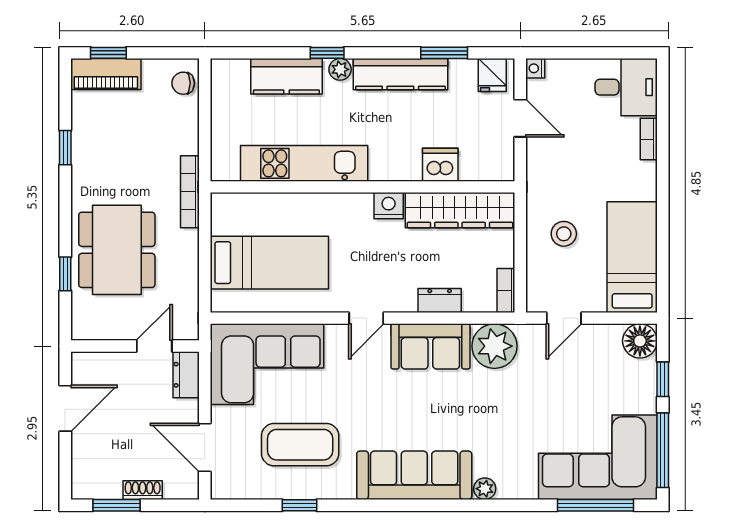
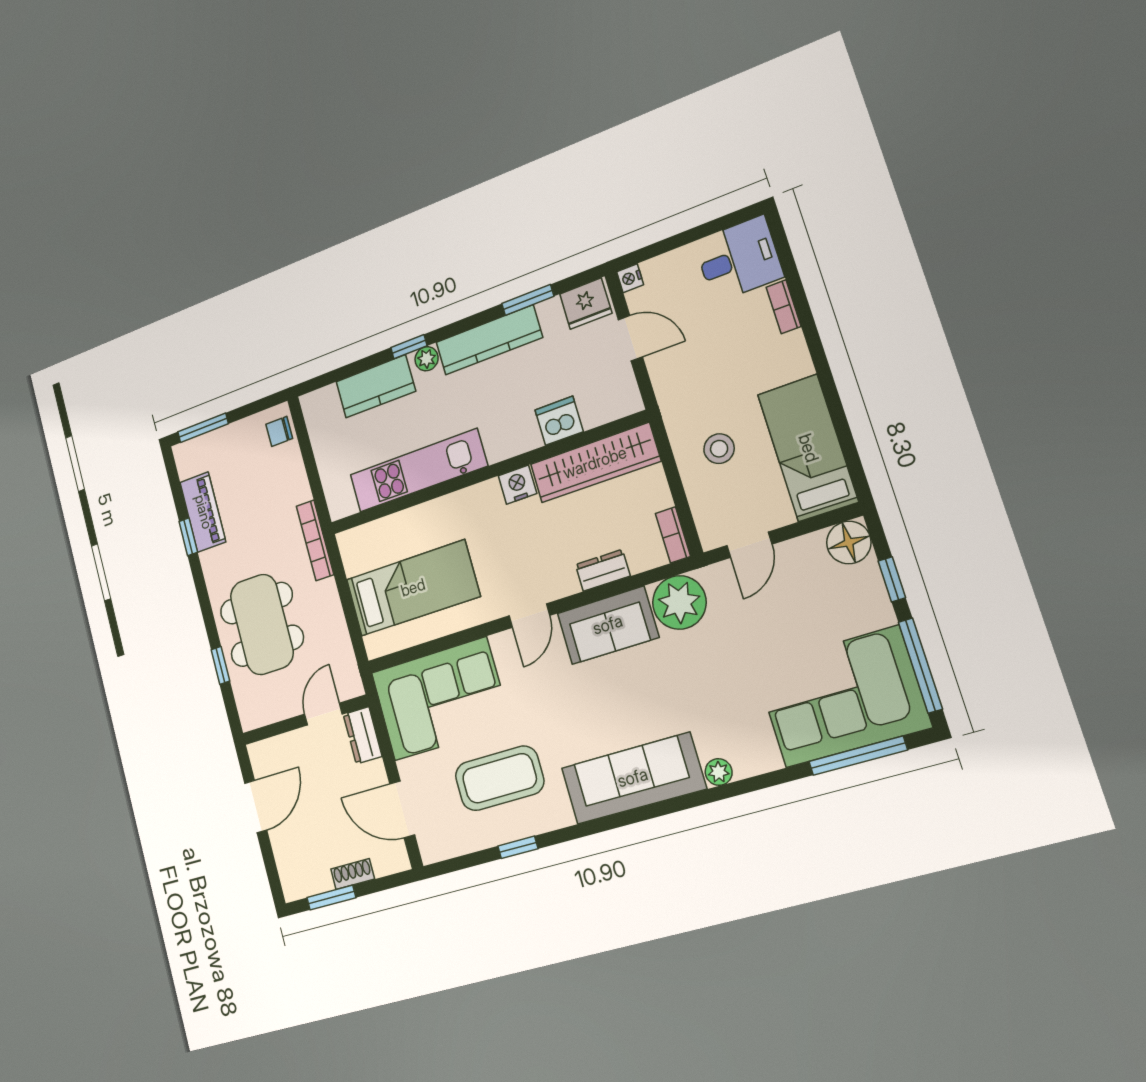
window: (108, 53) -> (203, 428), width x1.50
piano: (106, 74) -> (203, 512), moved, turned -90
fridge: (492, 75) -> (586, 304), width x1.38

